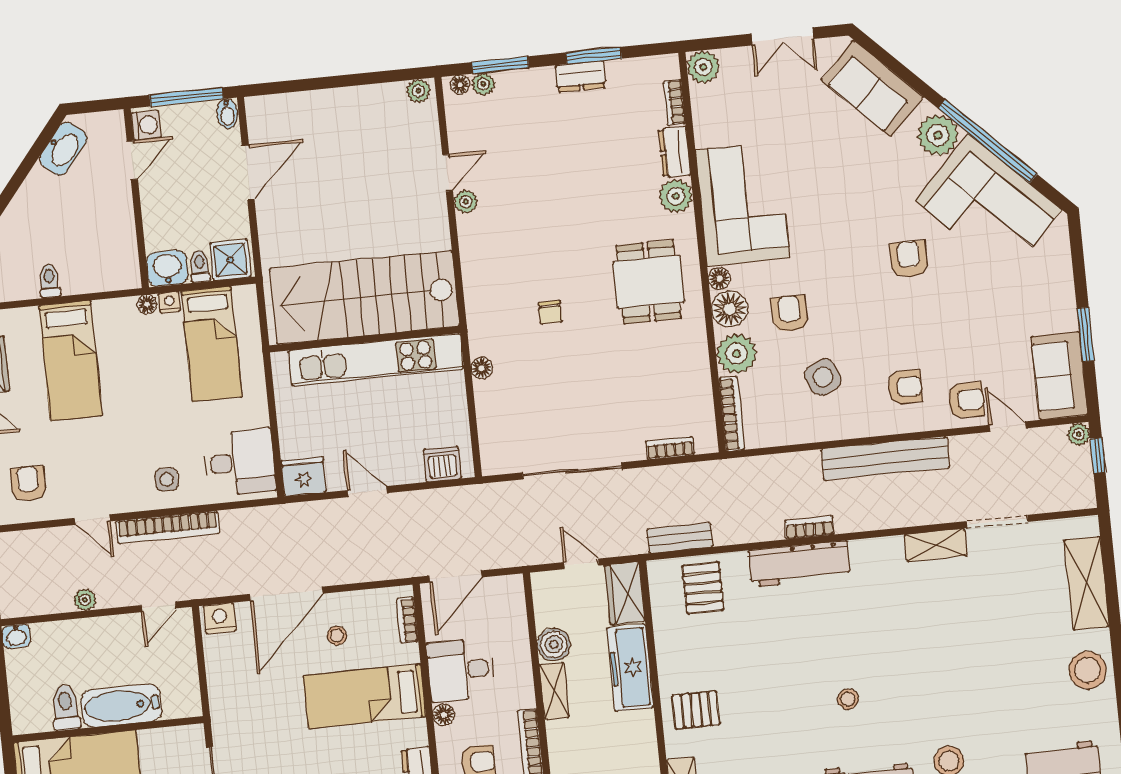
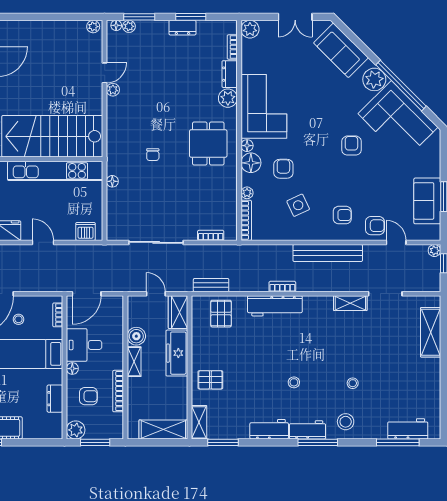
plant: (736, 354) -> (247, 193), width x0.53, depth x0.53
sofa: (1059, 376) -> (427, 201), moved
stool: (1088, 670) -> (353, 383), moved, width x0.53, depth x0.53

